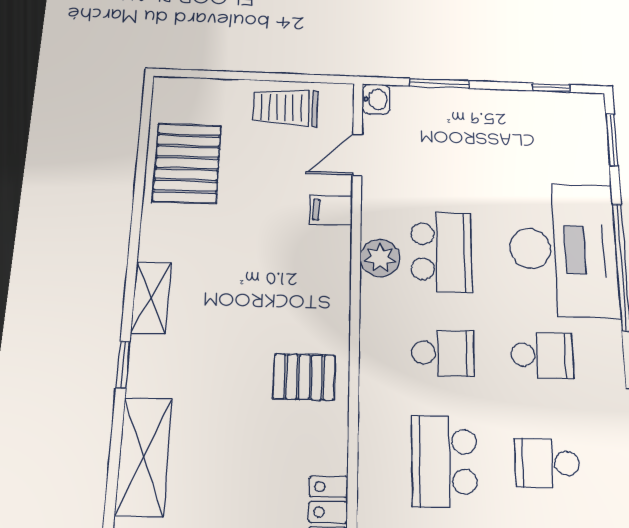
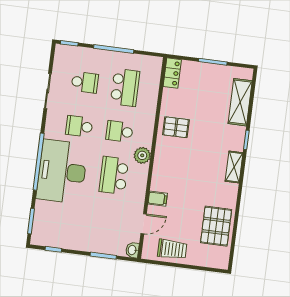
plant: (380, 258) -> (142, 155), moved

